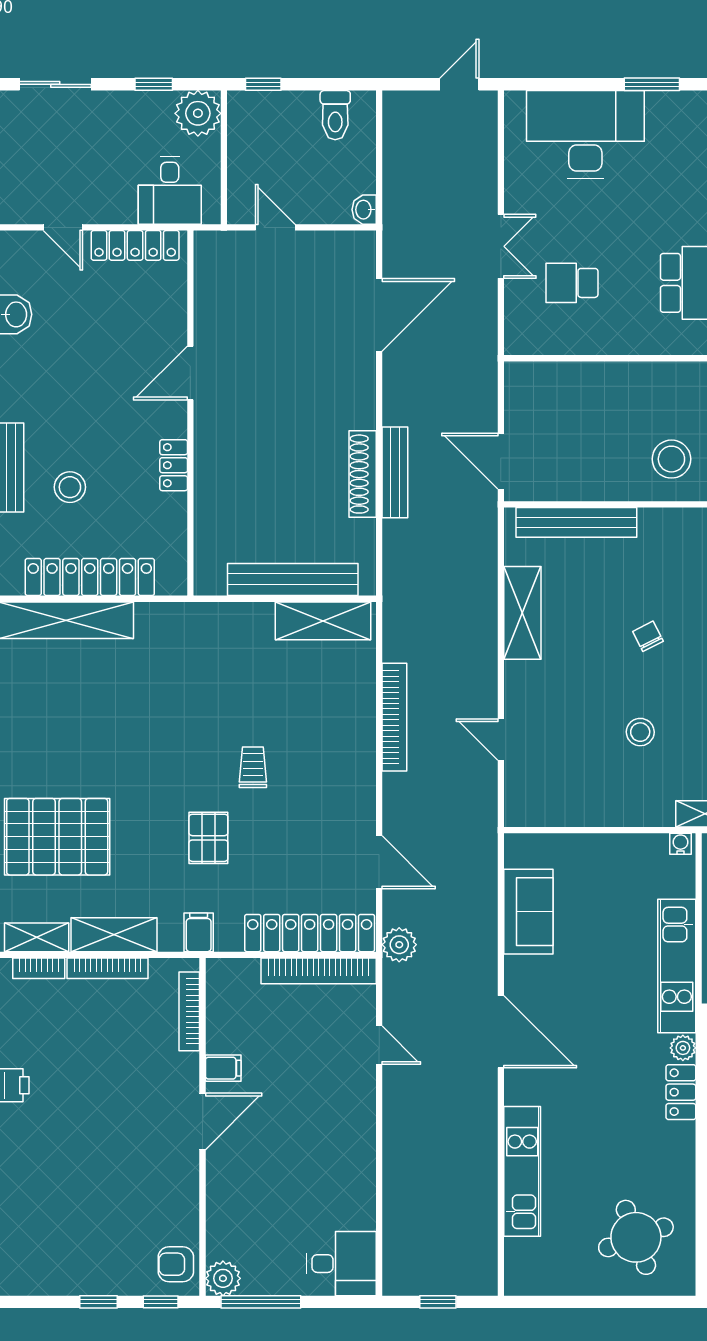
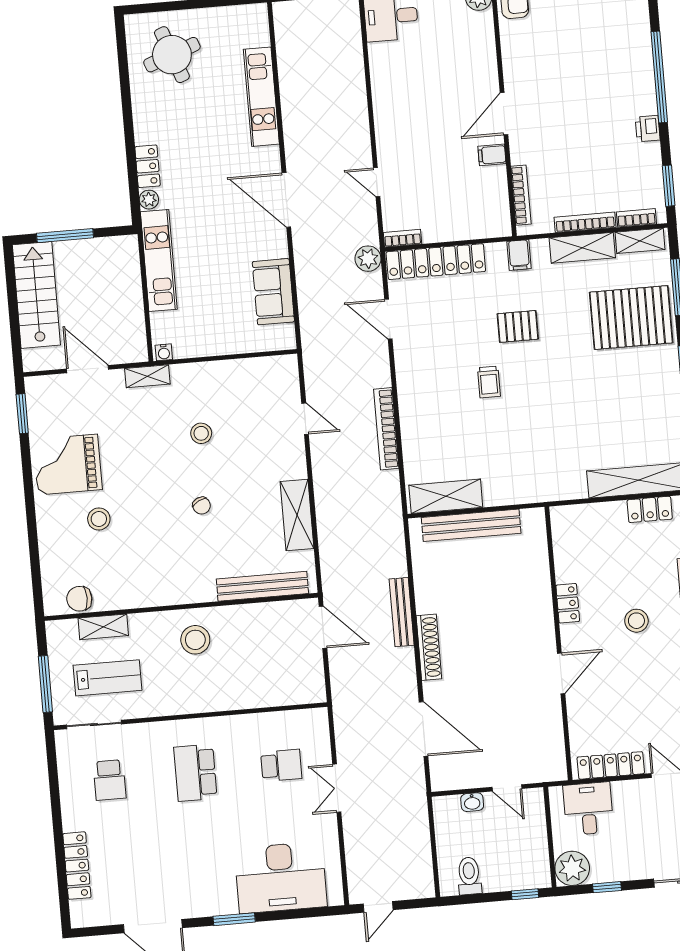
washbasin: (364, 210) -> (472, 802), moved, turned 90
door: (379, 315) -> (424, 729), swing flipped
shoe rack: (363, 474) -> (429, 647), moved
stool: (70, 487) -> (636, 621), moved
locker: (90, 577) -> (650, 509), width x0.46, depth x0.83
pallet: (208, 838) -> (518, 326), turned 90
bookcase: (319, 971) -> (403, 238), width x0.43, depth x0.76

